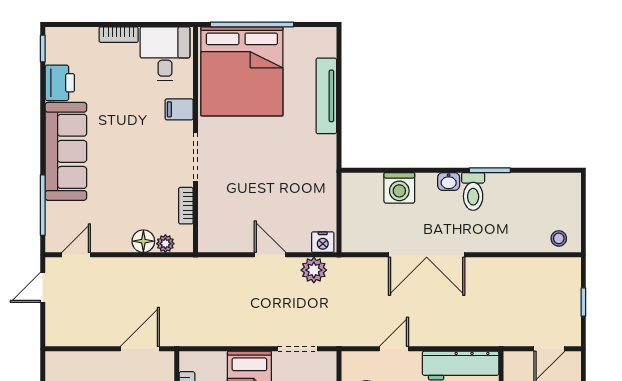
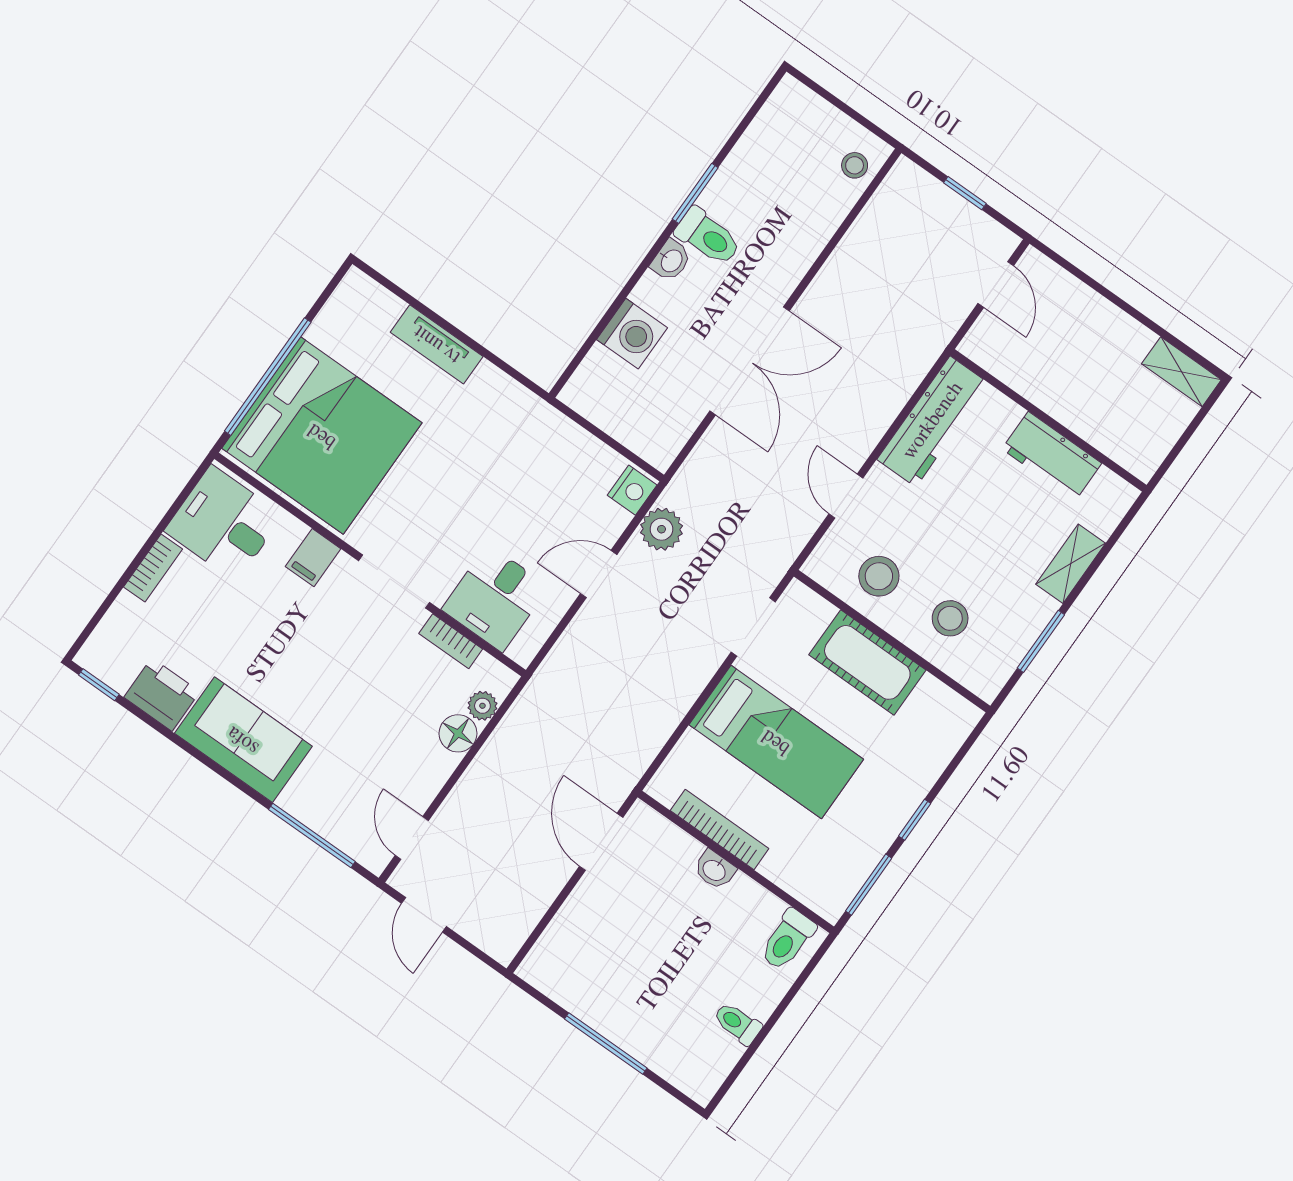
tv unit: (326, 96) -> (437, 344), width x0.71
sofa: (66, 151) -> (243, 740), width x0.73
desk: (222, 212) -> (495, 598), added

